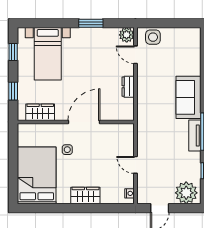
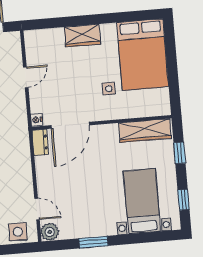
dresser: (128, 87) -> (40, 142), moved
wardrobe: (40, 112) -> (145, 130), width x1.50
door: (84, 122) -> (70, 125), moved
door: (135, 165) -> (26, 77), hinge flipped
nightstand: (129, 193) -> (37, 120), moved

